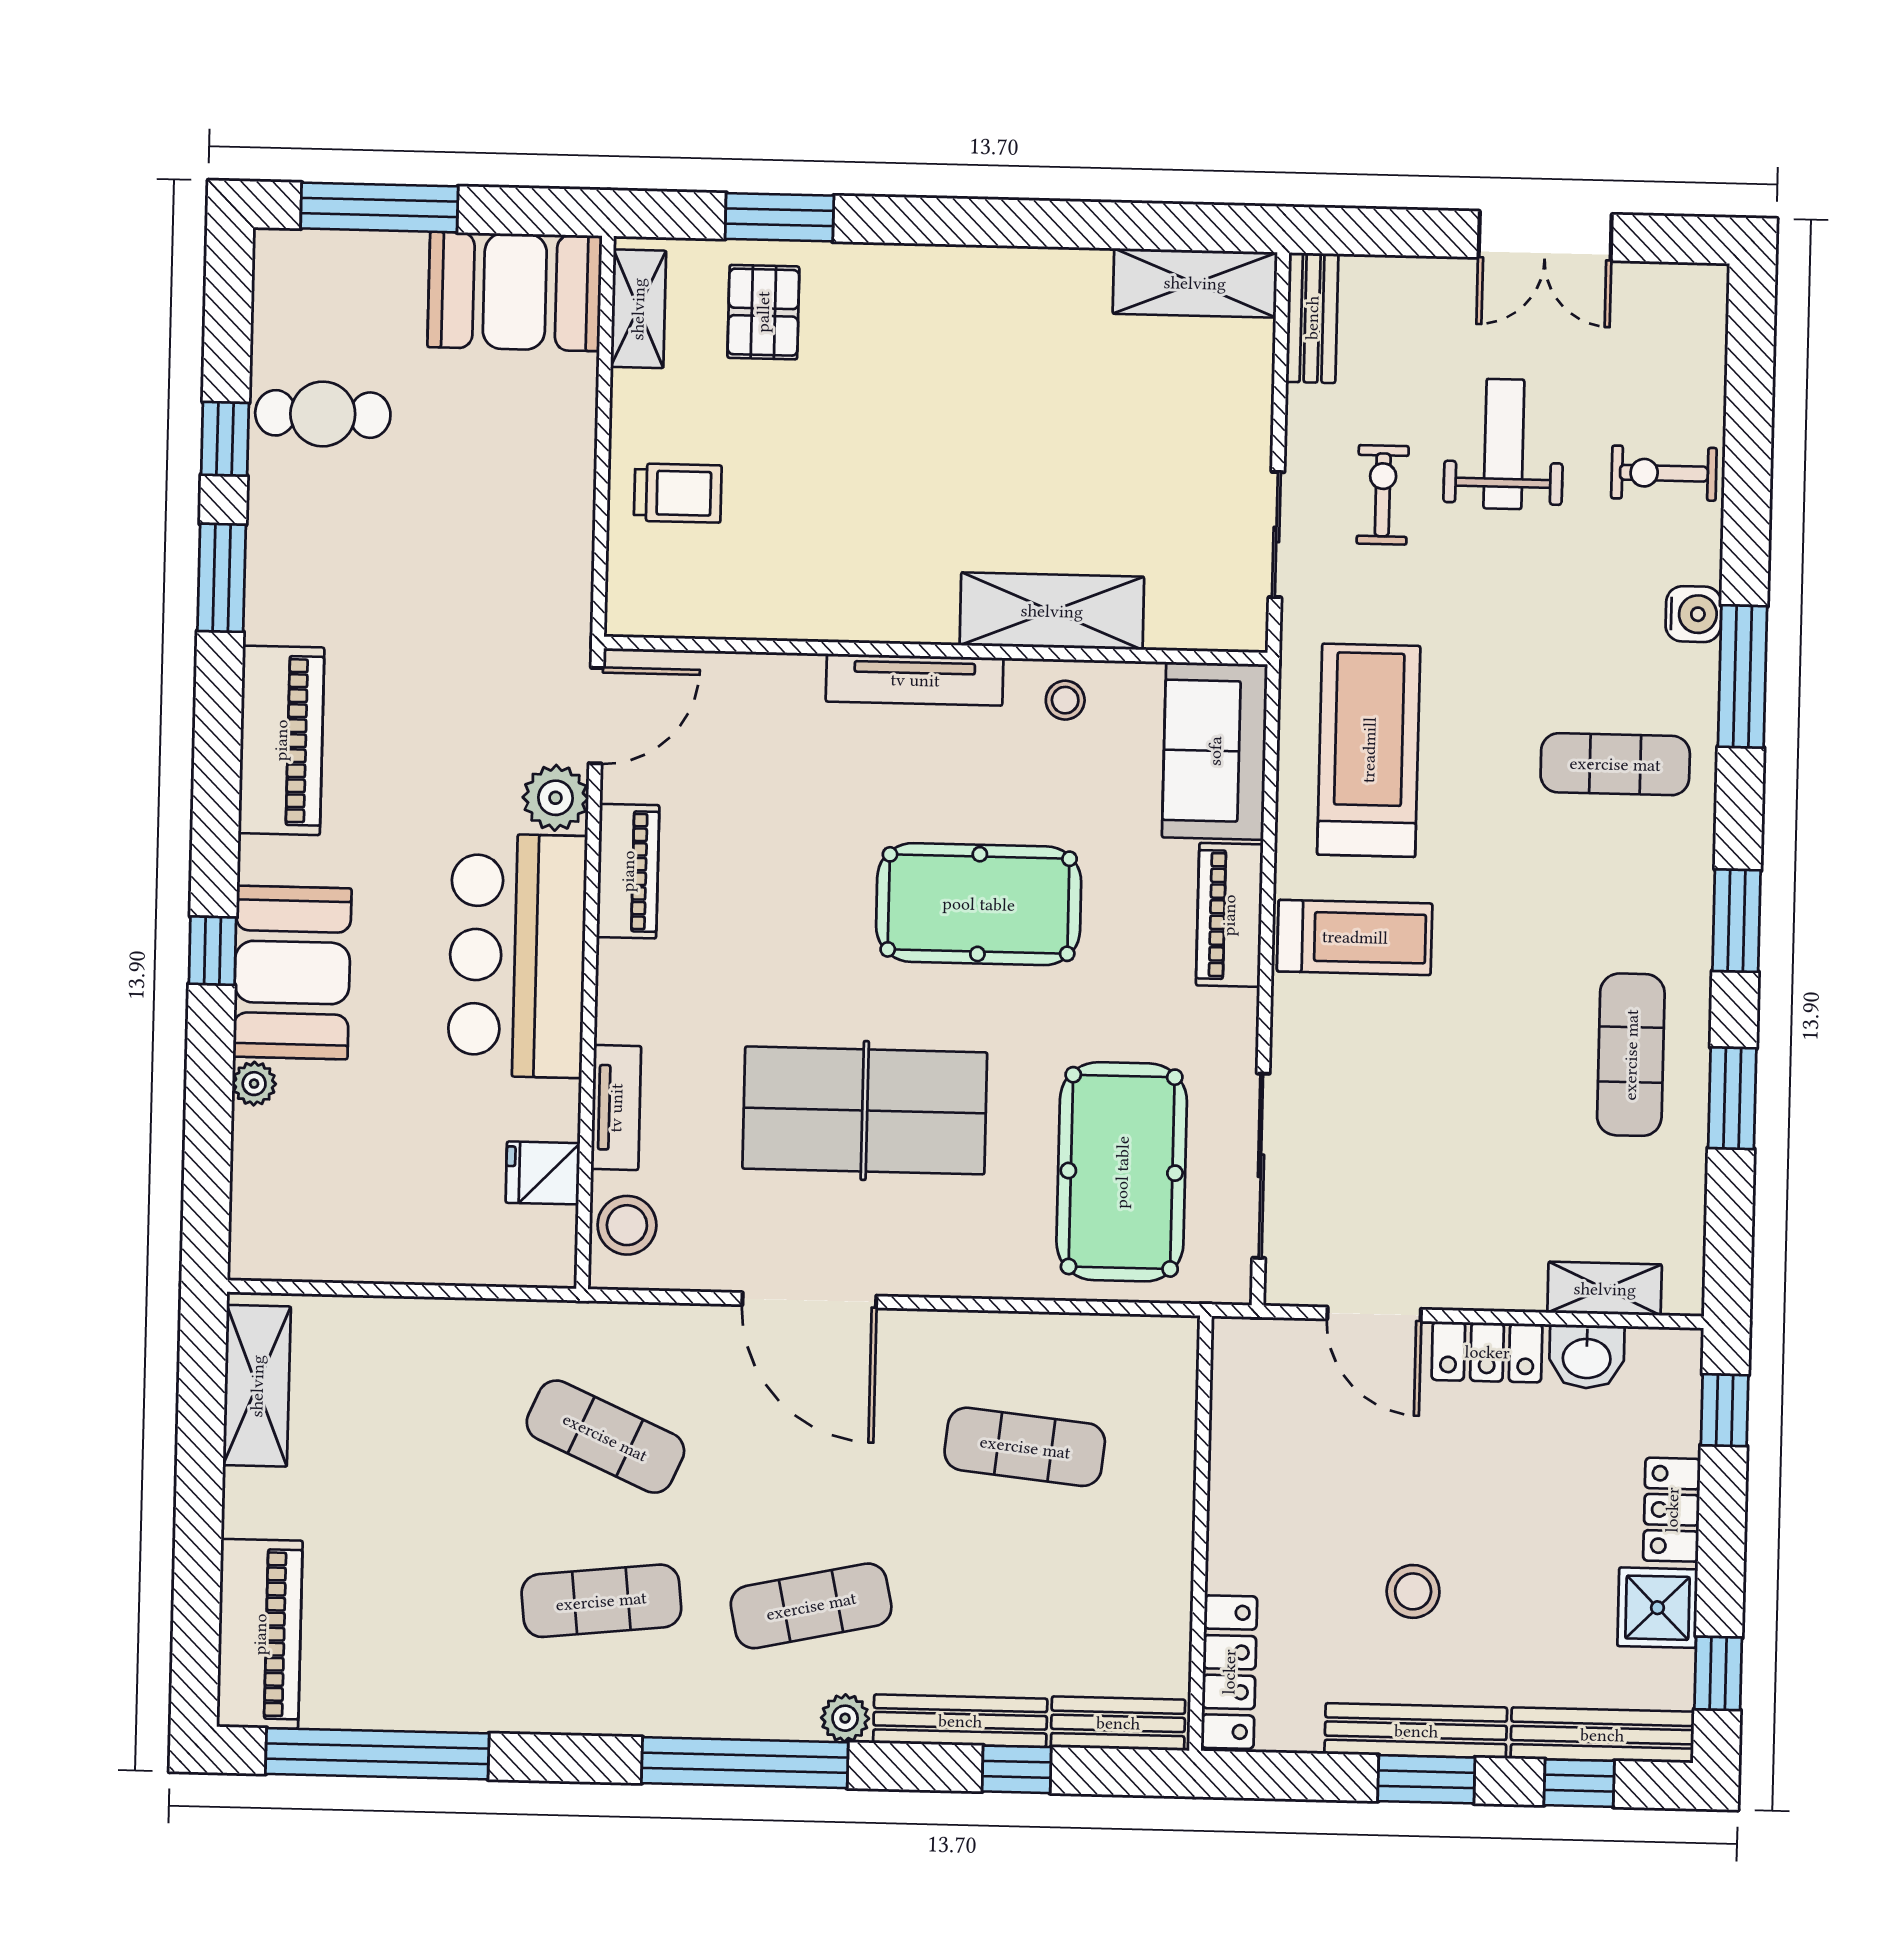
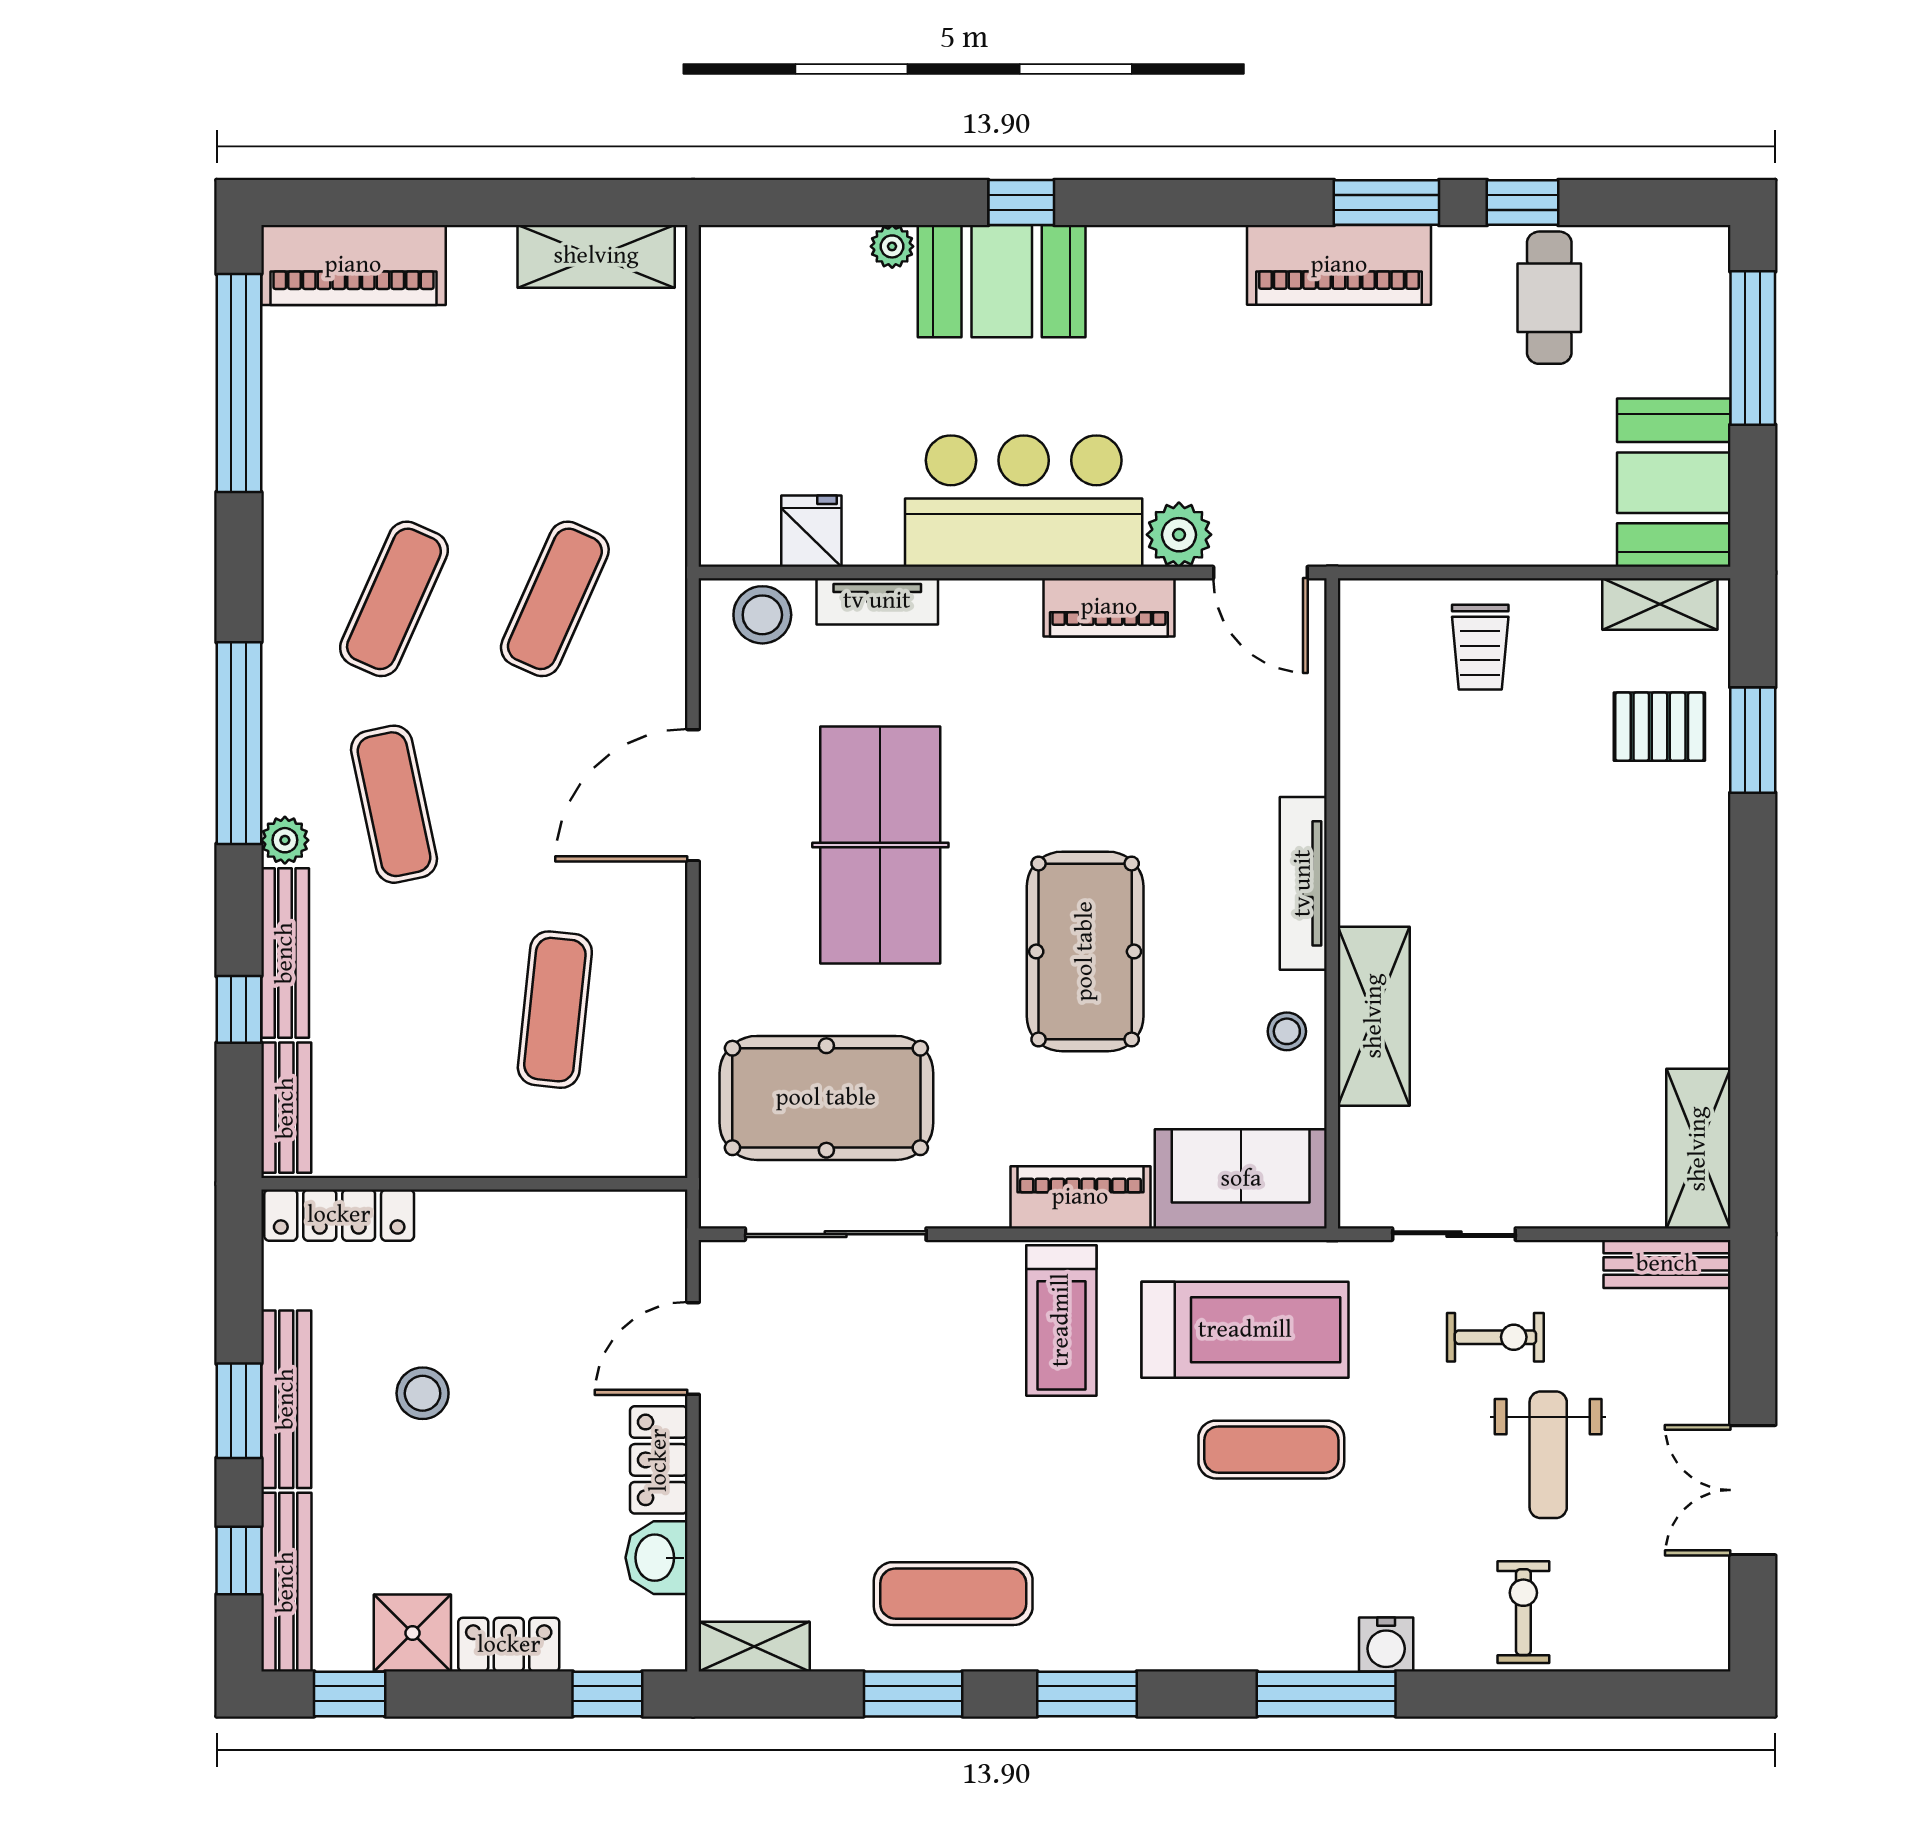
weight bench: (1504, 444) -> (1548, 1455), turned 90
piano: (281, 740) -> (1339, 265), moved
exercise mat: (1615, 764) -> (1271, 1450), moved, turned 90
shelving: (1605, 1289) -> (754, 1647), moved, turned 90
exercise mat: (601, 1601) -> (394, 599), turned 30

